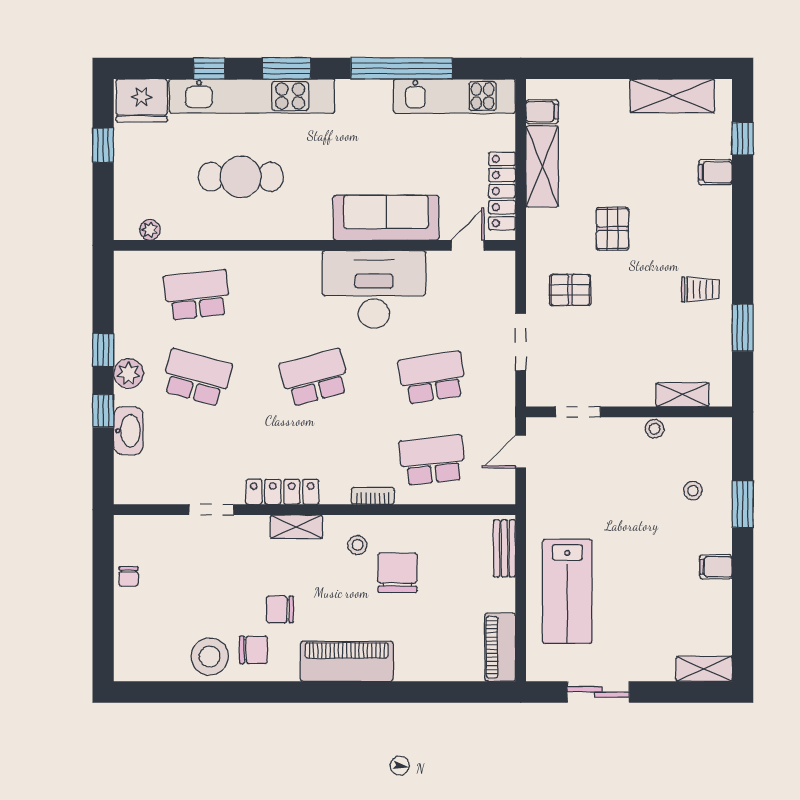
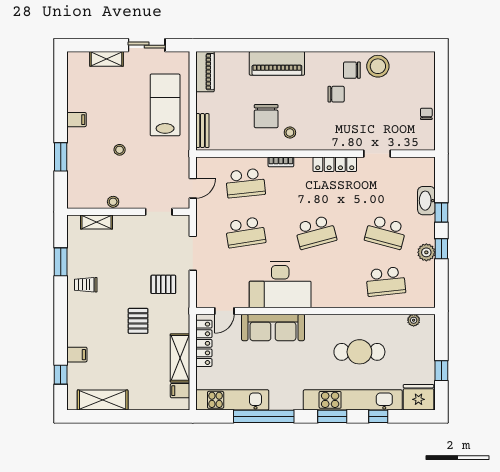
plant: (129, 373) -> (426, 252), moved
stool: (693, 491) -> (120, 150), moved
shelving: (296, 527) -> (326, 143), removed
piano: (347, 661) -> (277, 63), moved
shelving: (704, 669) -> (107, 59), moved

